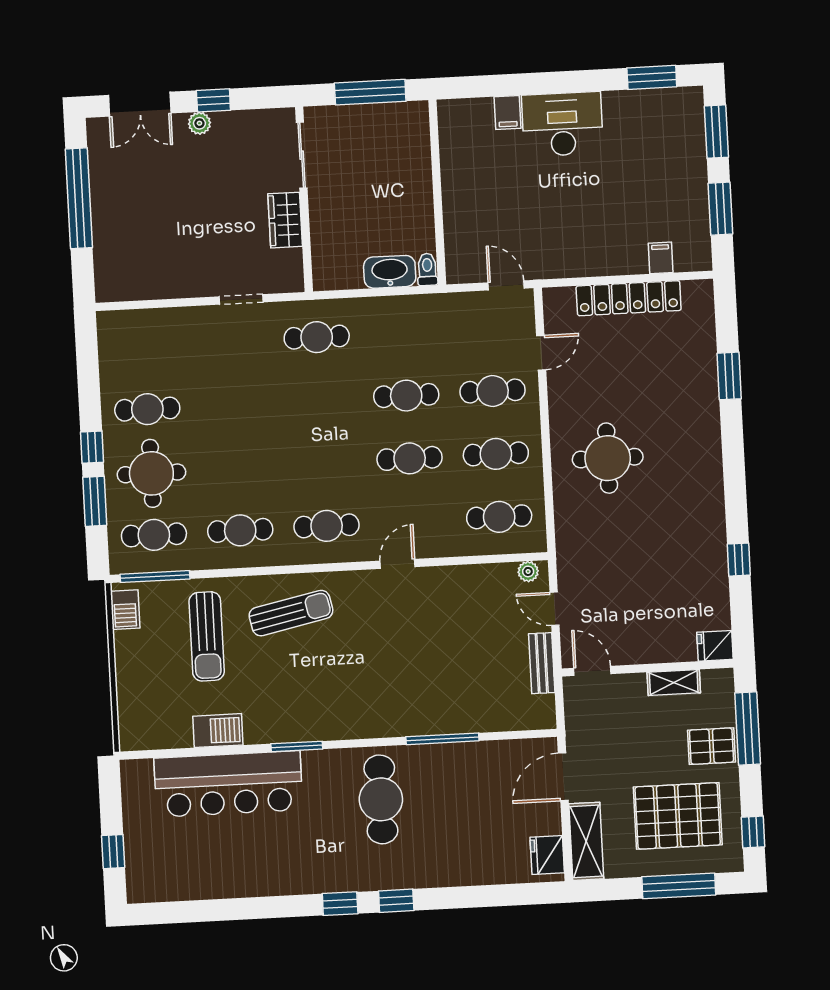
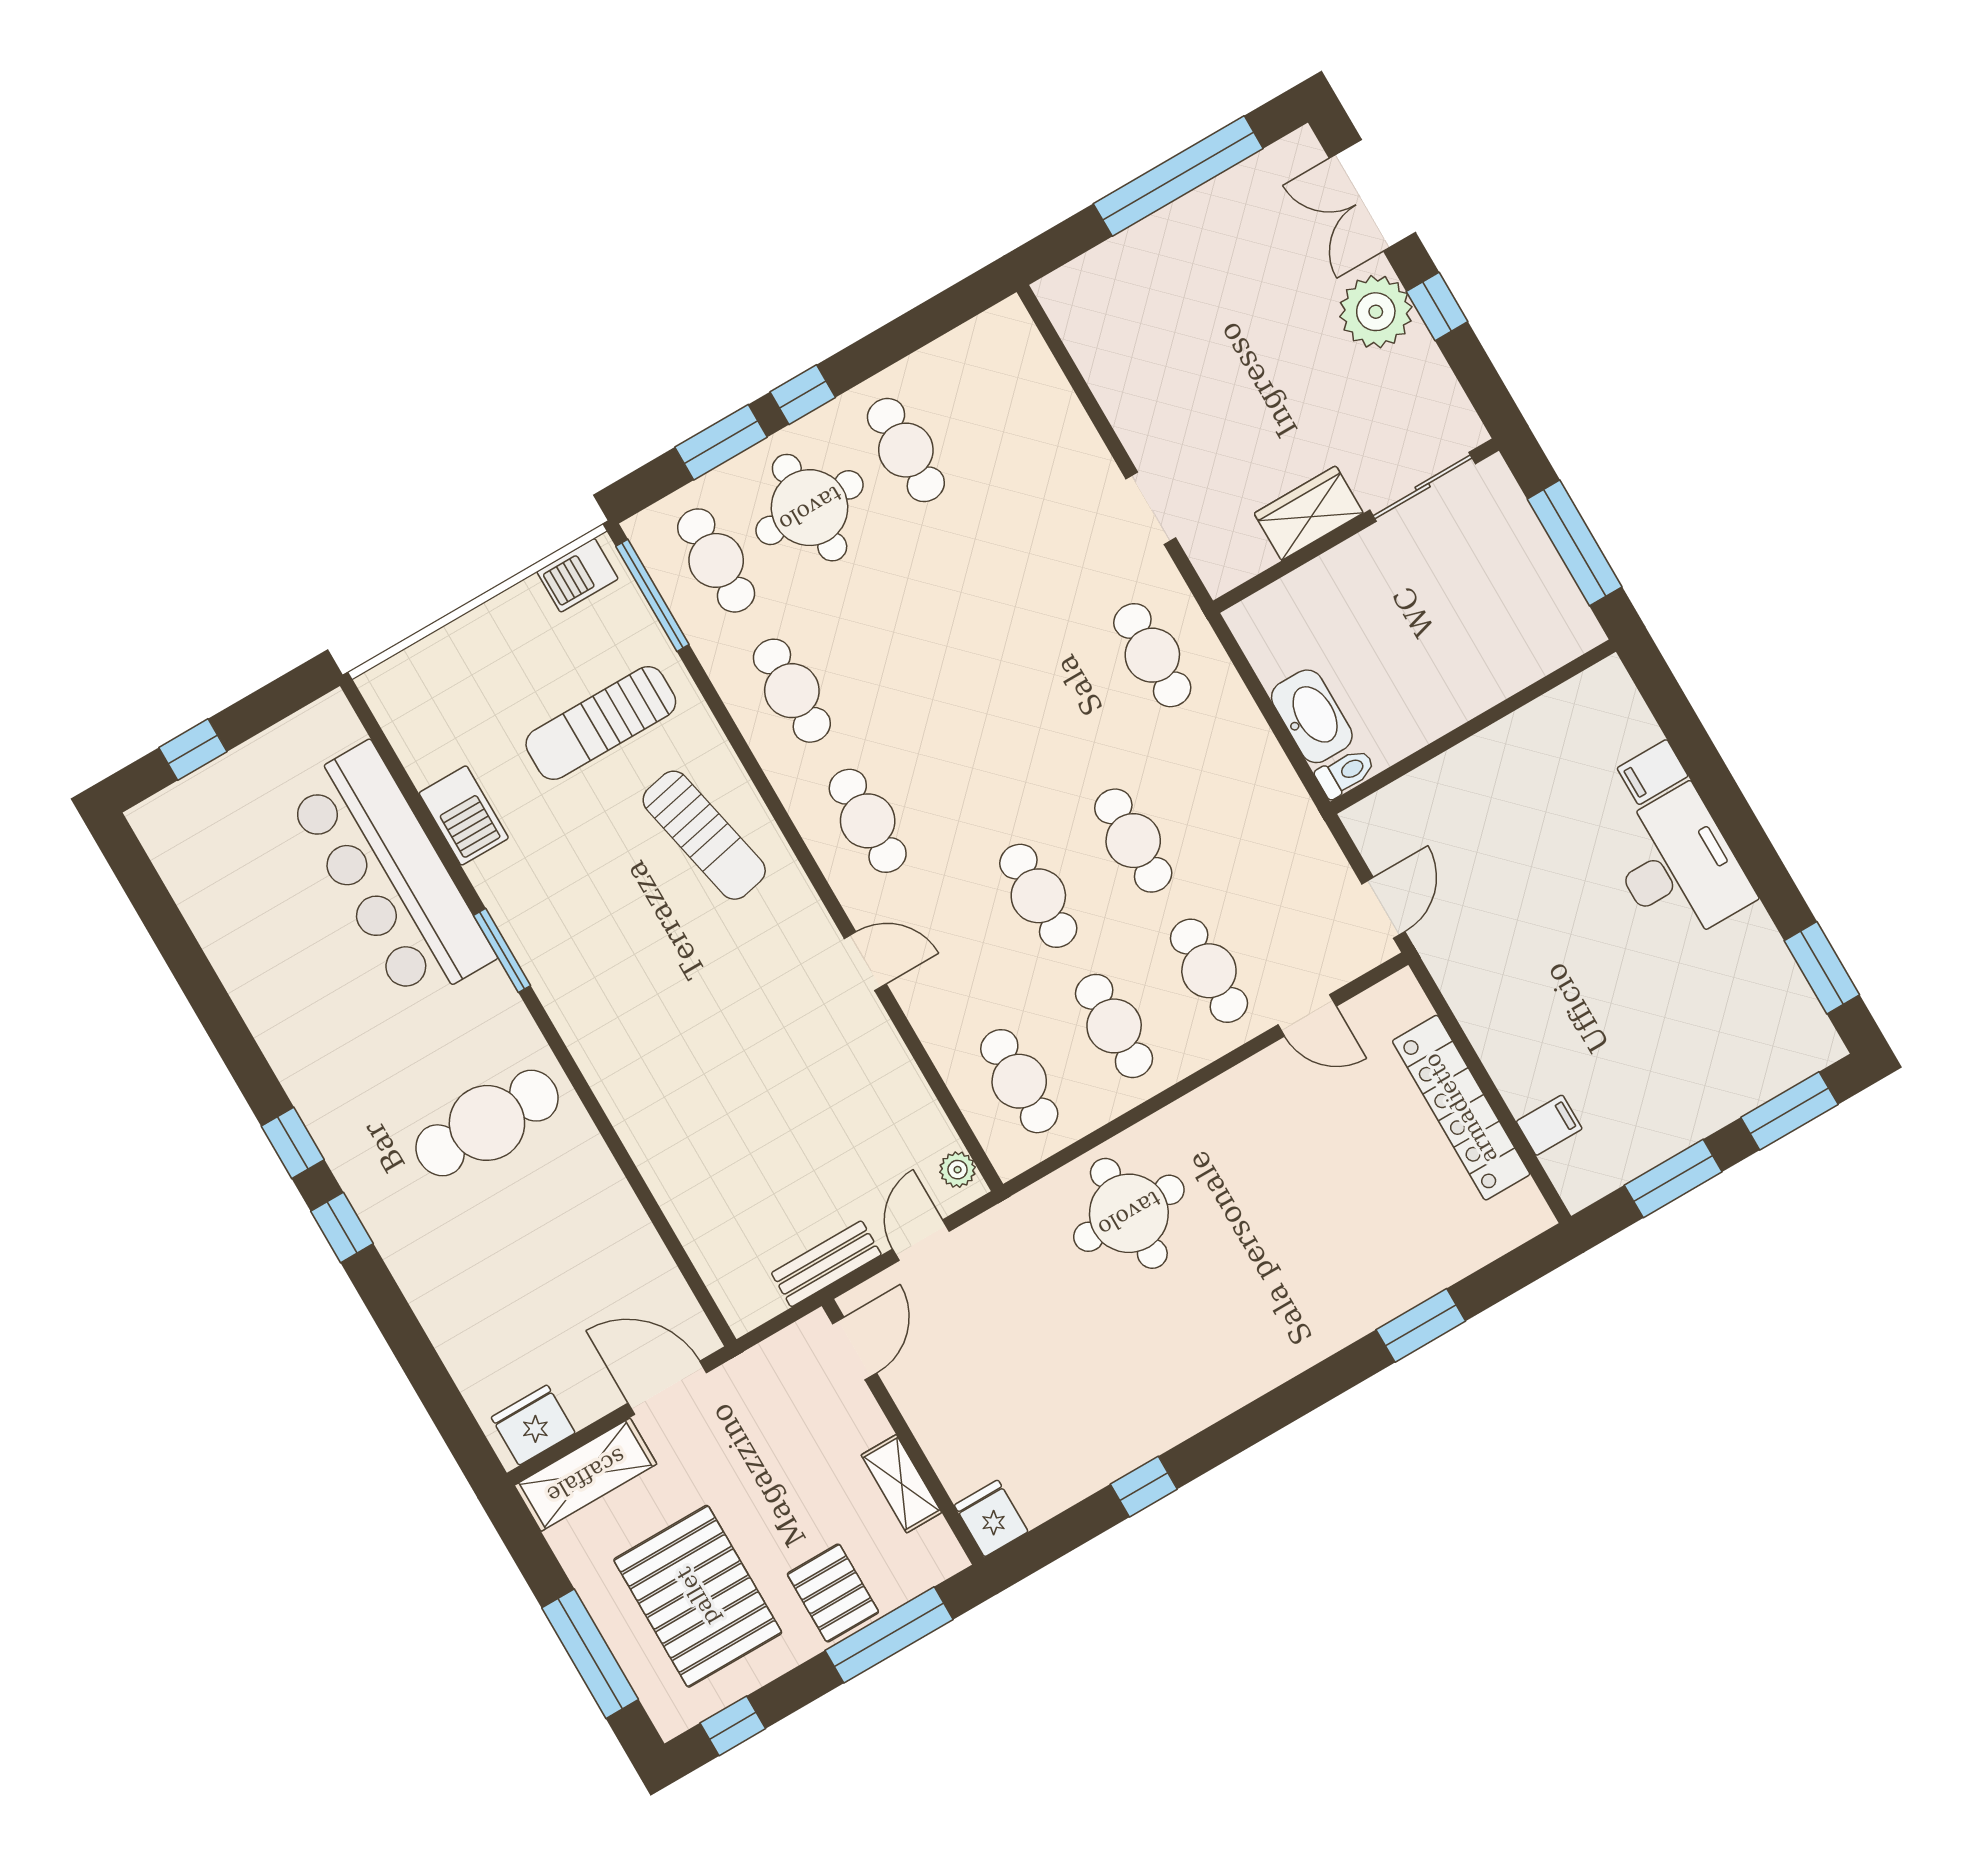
plant: (199, 123) -> (1376, 312), width x1.87, depth x1.87
round table: (608, 458) -> (1129, 1213), moved
window: (442, 739) -> (630, 1170), removed

